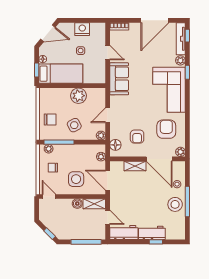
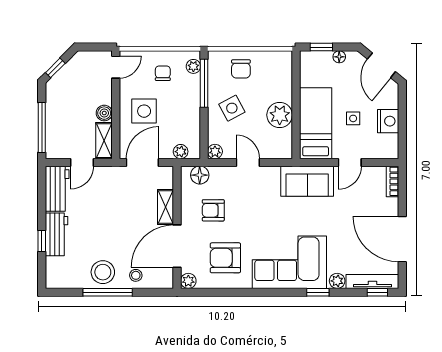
bed: (61, 74) -> (316, 123), moved, turned 180
armchair: (166, 129) -> (225, 258), turned 180

